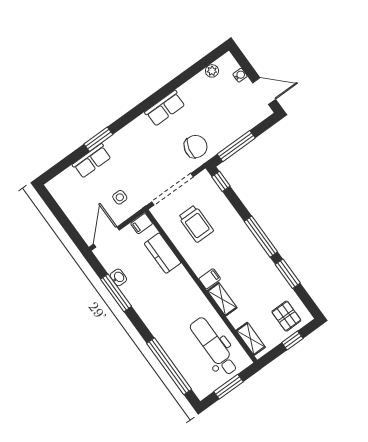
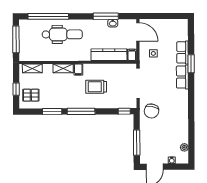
row of seats: (165, 108) -> (182, 77), moved
window: (236, 146) -> (137, 143), moved
trolley: (196, 224) -> (96, 87), moved
kitchen counter: (163, 253) -> (109, 55), width x1.50
dental chair: (214, 346) -> (62, 34), moved
window: (229, 387) -> (16, 39), width x1.44

